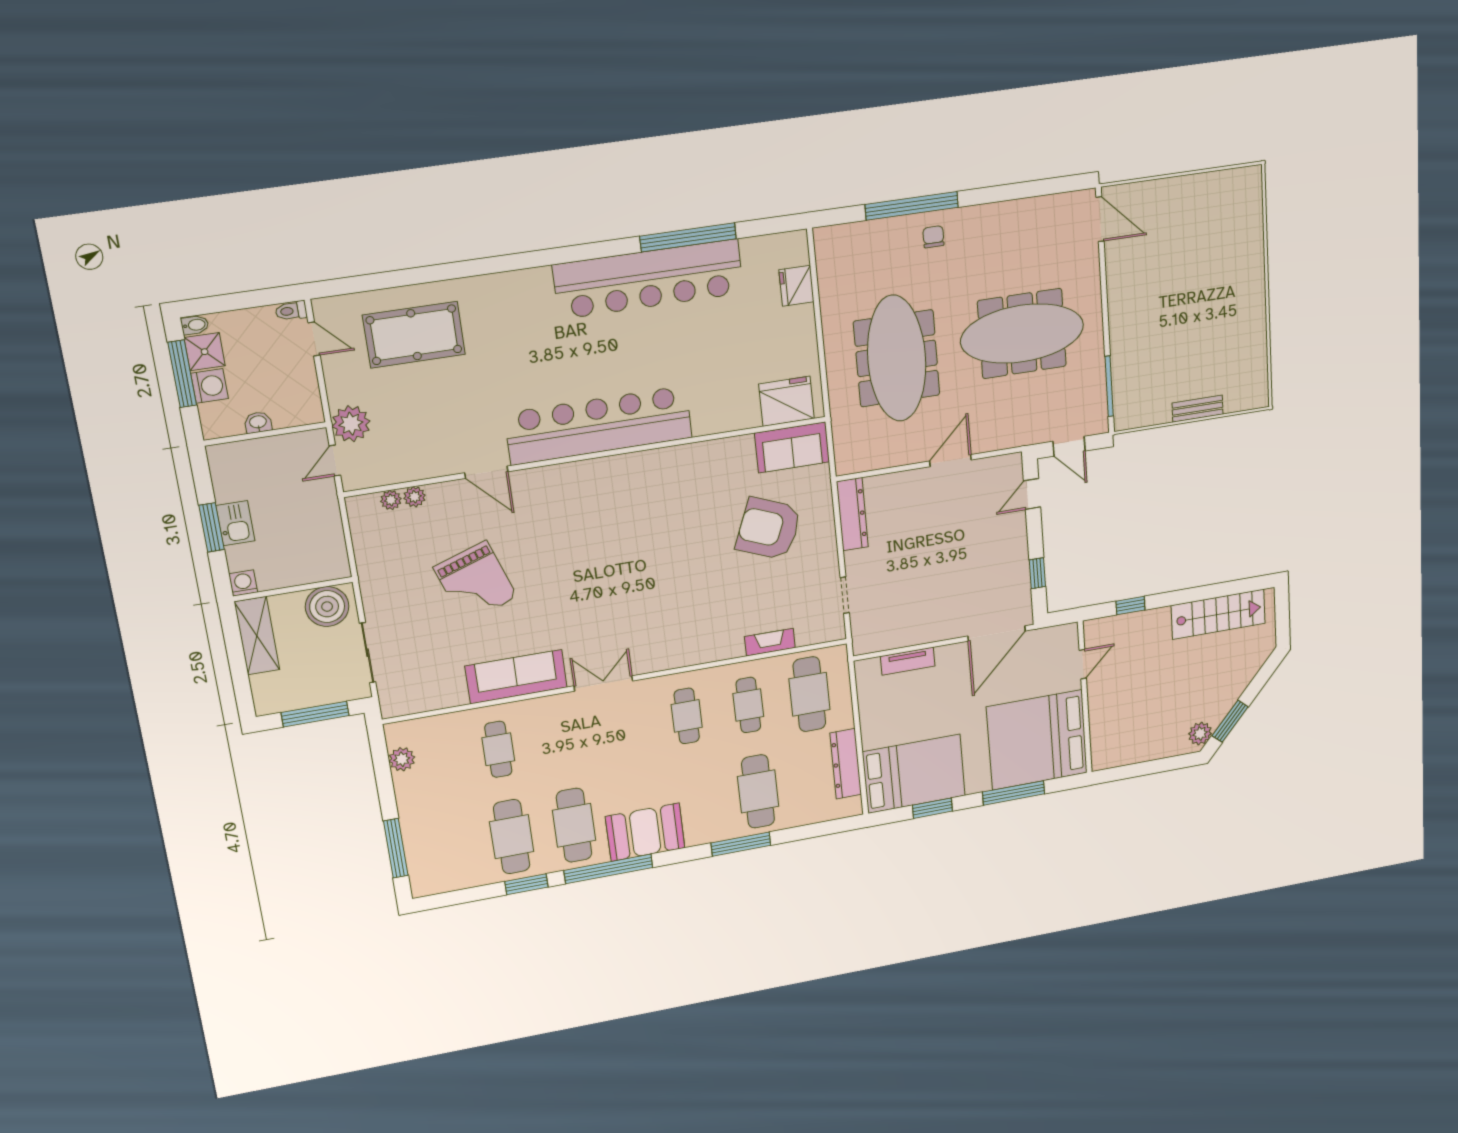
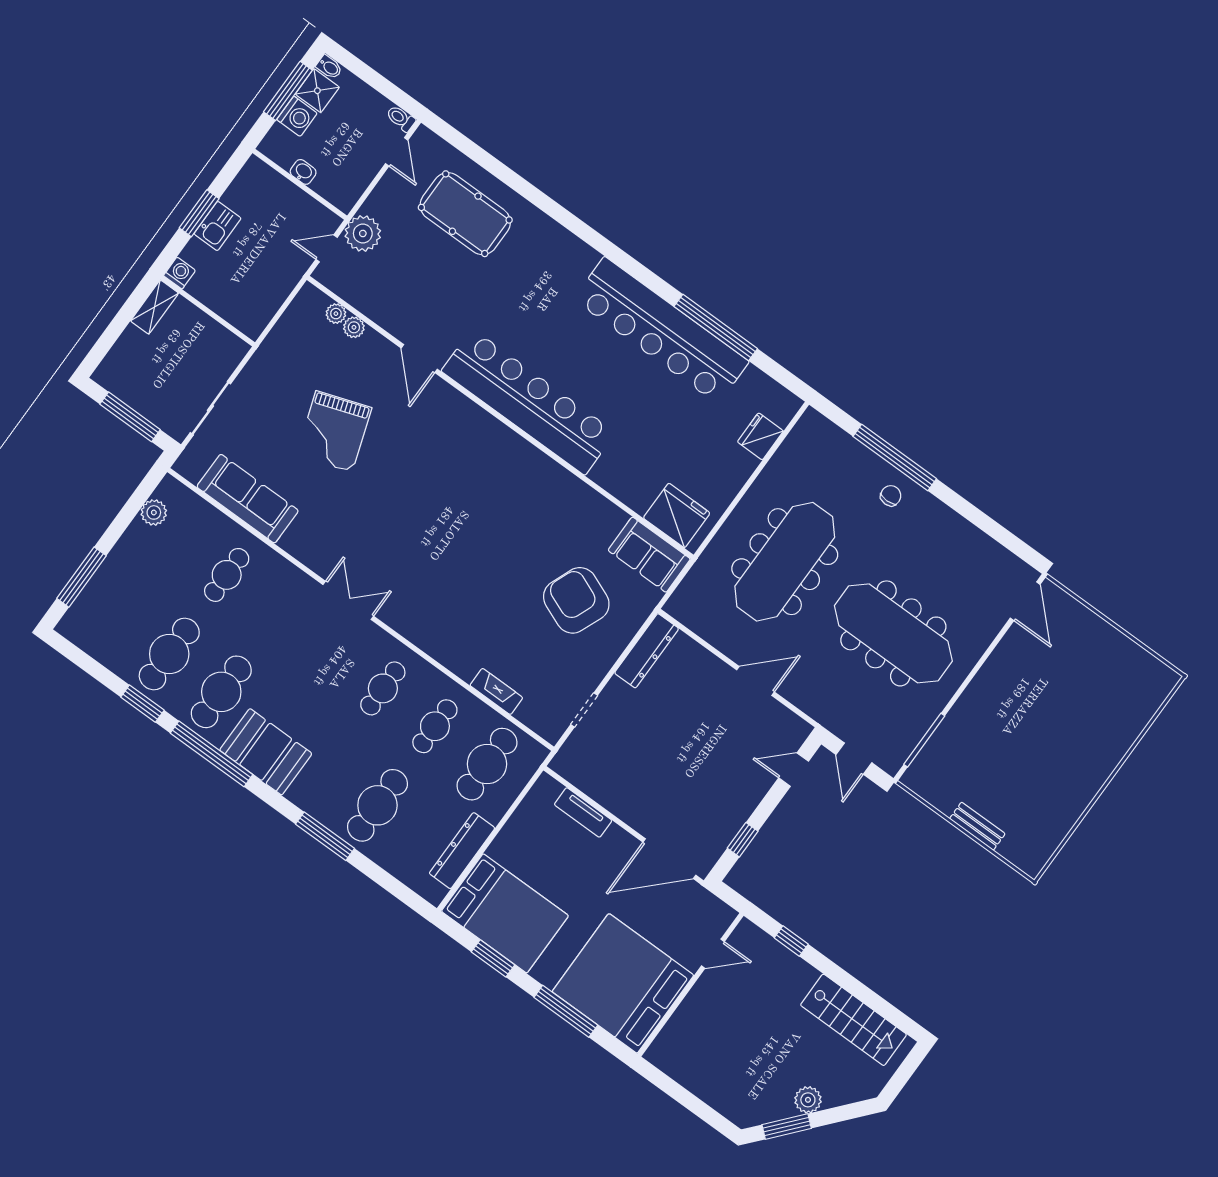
boiler: (327, 607) -> (217, 347), removed
shelving: (257, 636) -> (155, 307), width x0.67, depth x0.75
sofa: (516, 677) -> (248, 499), moved
plant: (1200, 734) -> (808, 1100), moved

